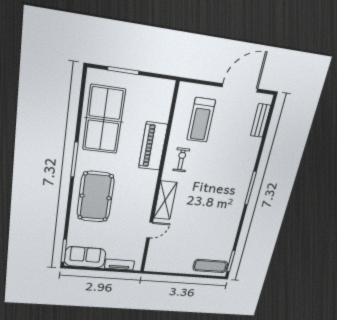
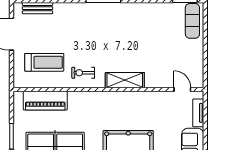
piano: (153, 146) -> (45, 101), moved
door: (150, 230) -> (182, 90), moved

